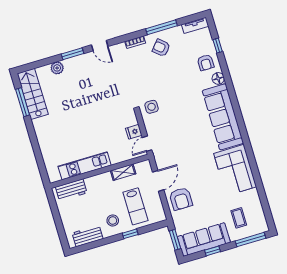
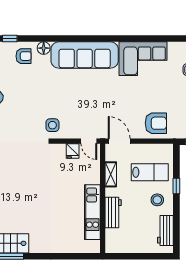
door: (158, 181) -> (119, 141), moved
workbench: (71, 190) -> (113, 213), moved

